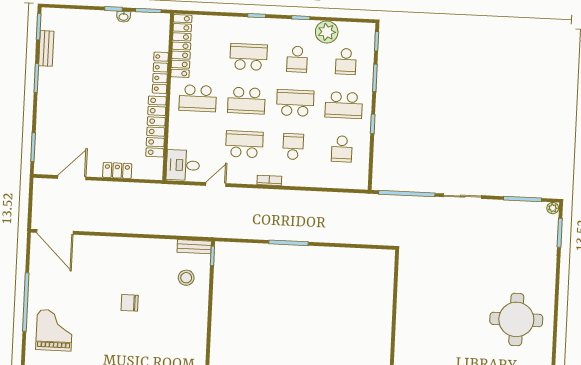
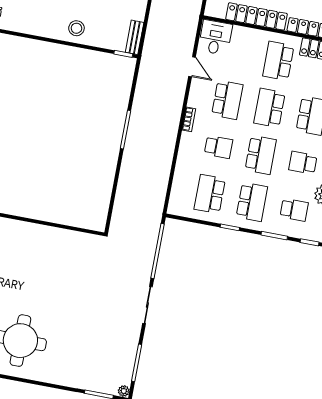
school desk: (346, 61) -> (294, 210), turned 180
school desk: (344, 105) -> (252, 202), turned 180
school desk: (342, 149) -> (210, 194), width x1.85
stool: (186, 278) -> (76, 28), moved

